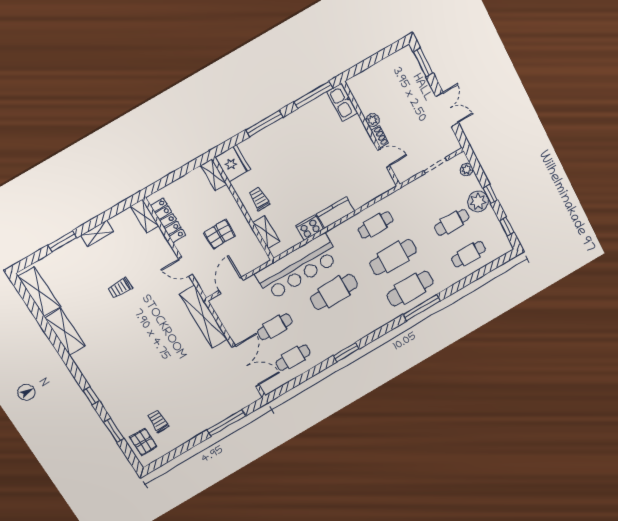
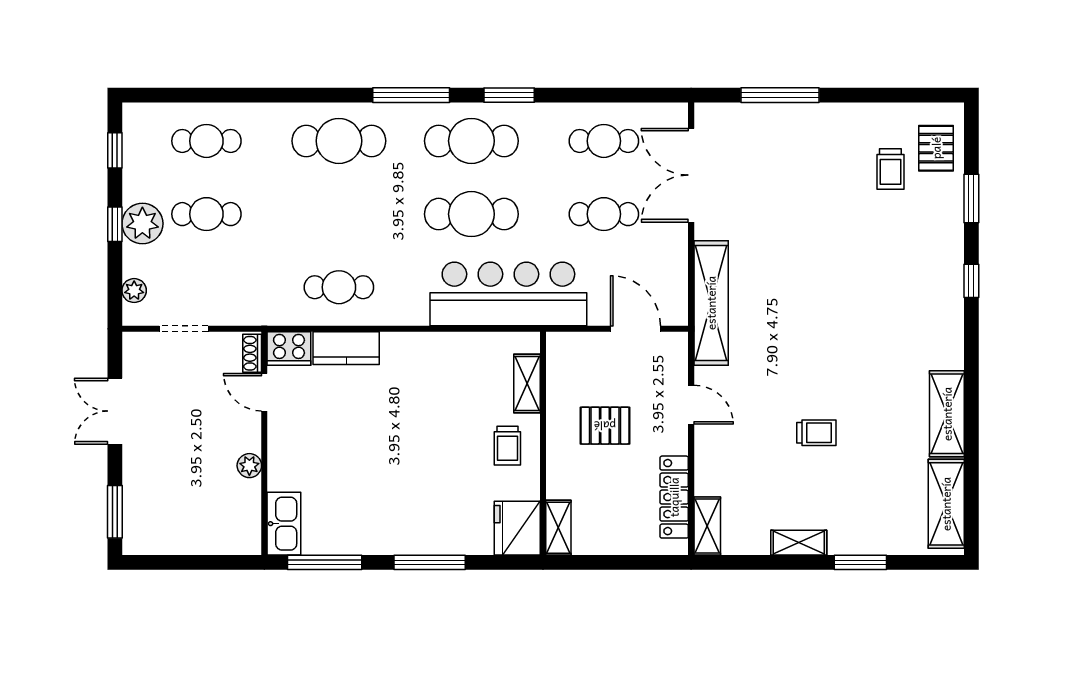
shoe rack: (380, 136) -> (252, 353), moved
kitchen counter: (336, 212) -> (346, 348), moved
cooker: (310, 228) -> (289, 348), moved
cafe table: (393, 257) -> (471, 141), moved
door: (231, 285) -> (635, 329), swing flipped
window: (421, 308) -> (411, 95), moved

